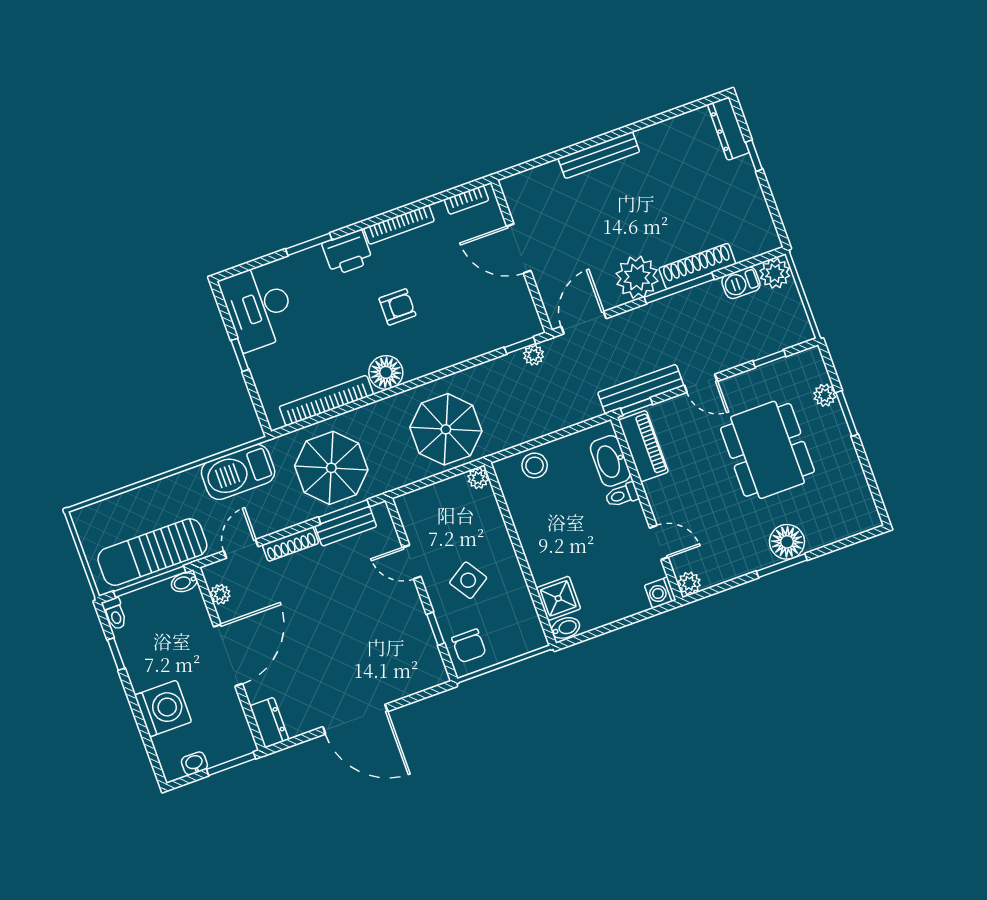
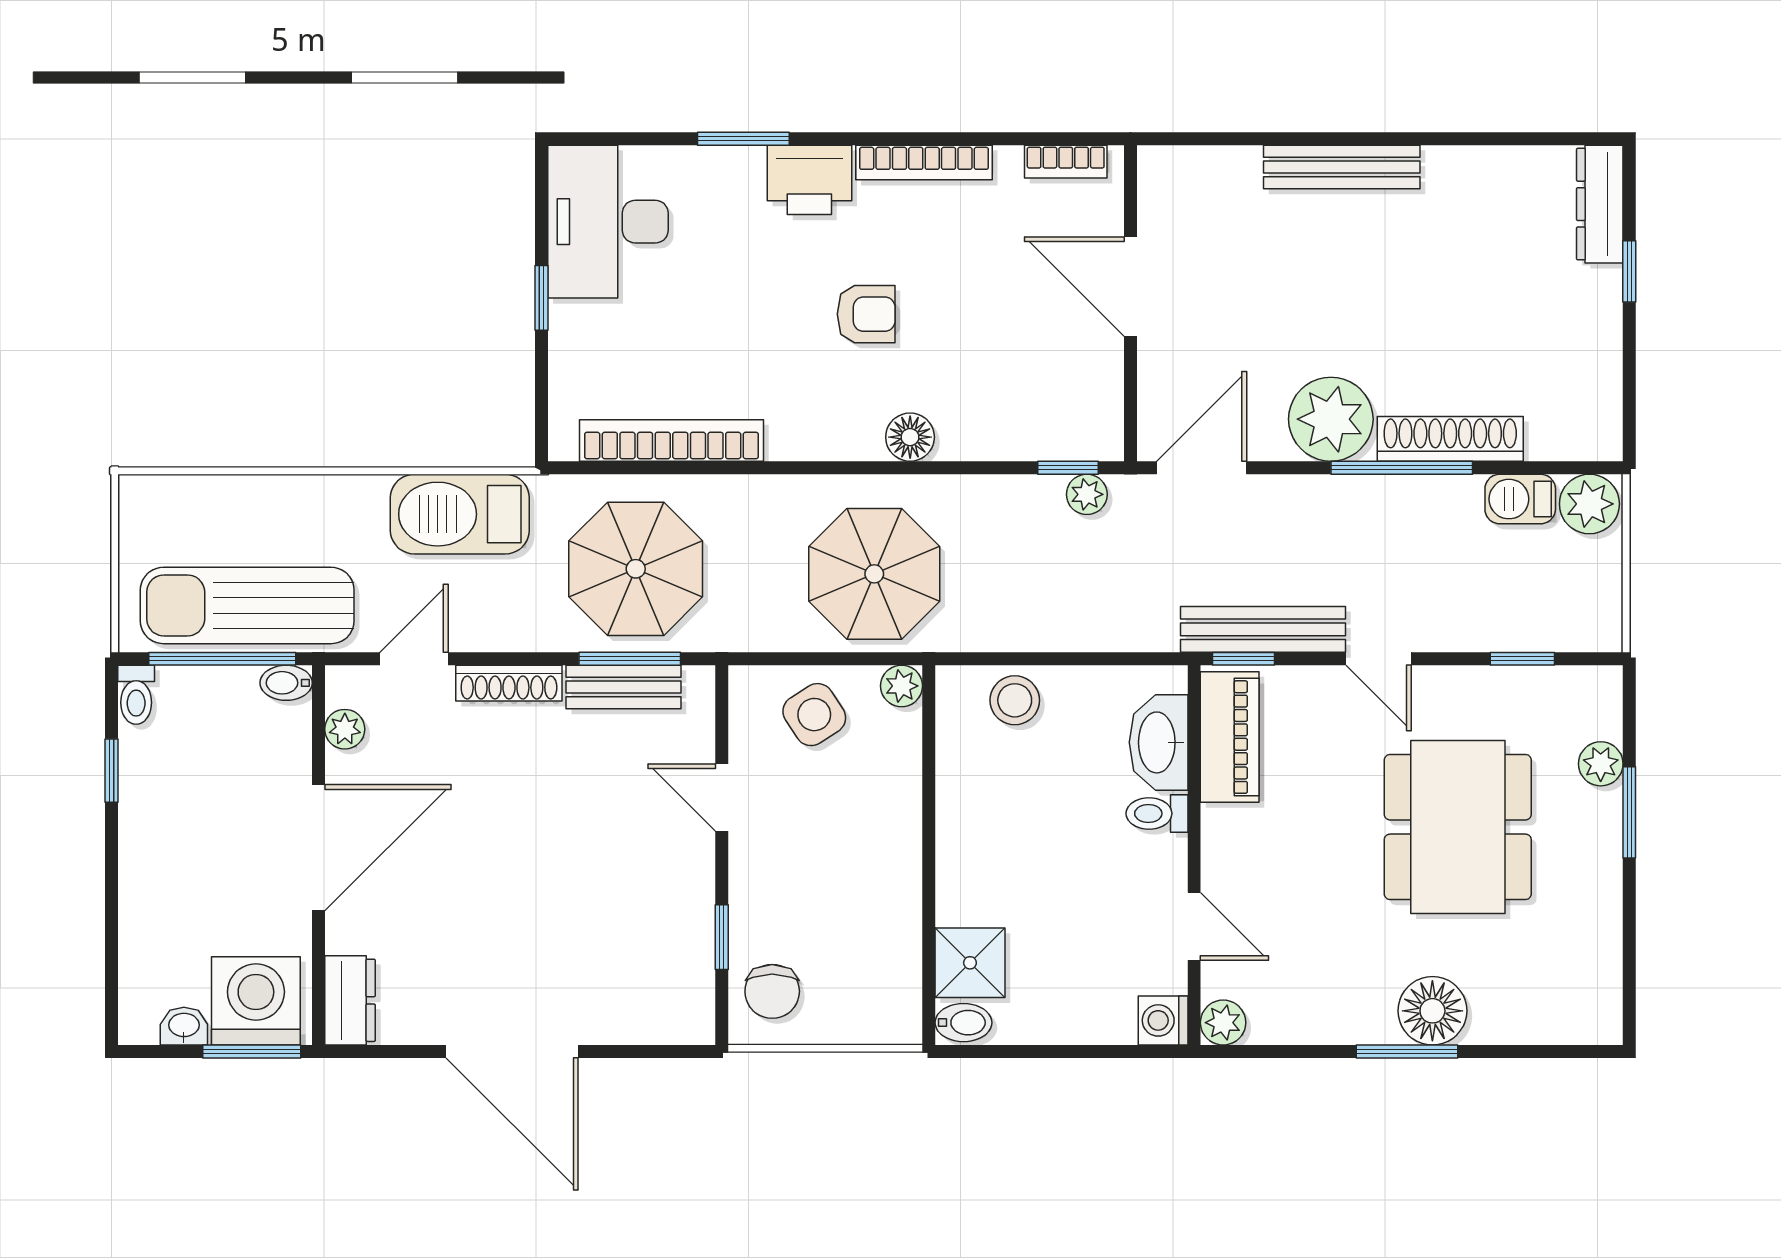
floor lamp: (386, 372) -> (910, 437), moved, width x0.73, depth x0.73
side table: (468, 580) -> (814, 715), moved
washing machine: (163, 709) -> (256, 1001), moved, turned -90

